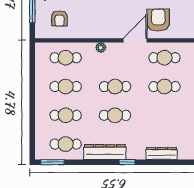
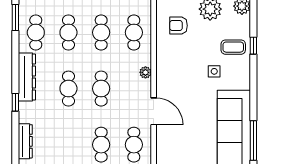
armchair: (158, 20) -> (177, 138), removed

